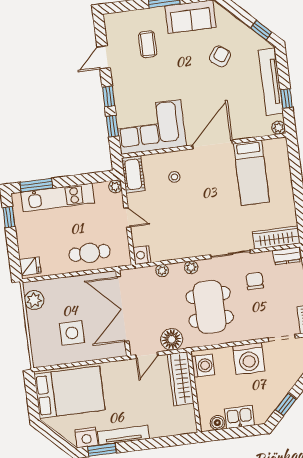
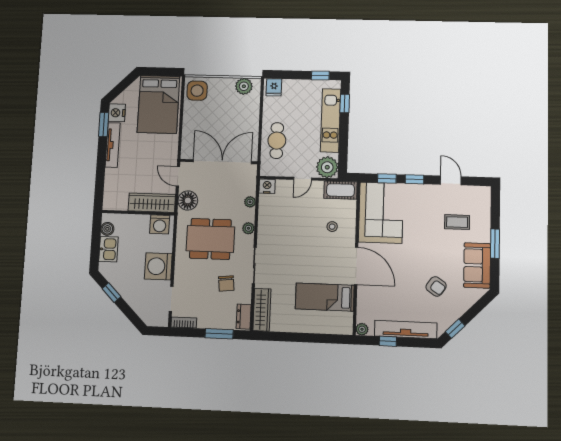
window: (36, 185) -> (345, 103), width x0.67
plant: (115, 186) -> (327, 167), width x1.88, depth x1.88
chair: (255, 281) -> (226, 283), turned 84
side table: (72, 333) -> (197, 91), moved

